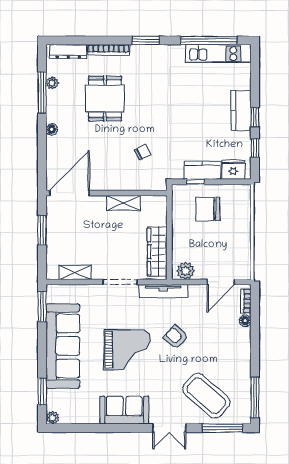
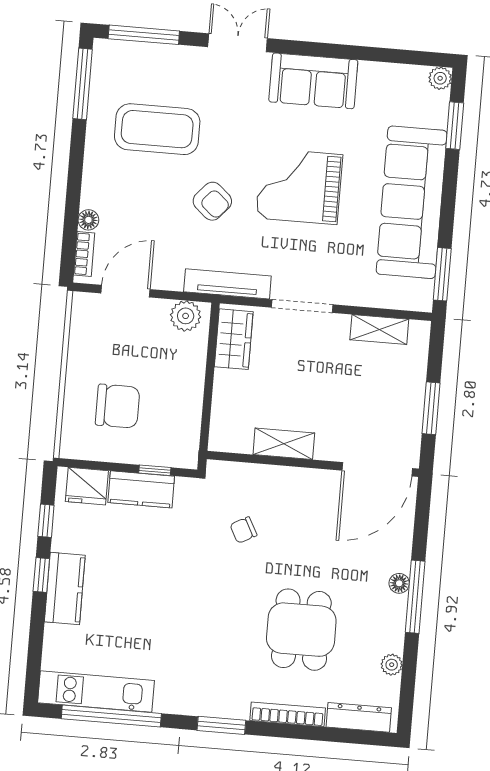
window: (42, 92) -> (415, 597), moved
chair: (208, 209) -> (118, 406), moved
wardrobe: (157, 252) -> (234, 339), width x0.67
coffee table: (206, 396) -> (157, 129), moved, turned -41

